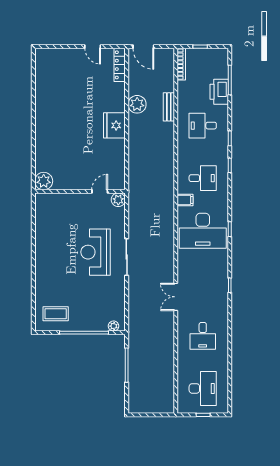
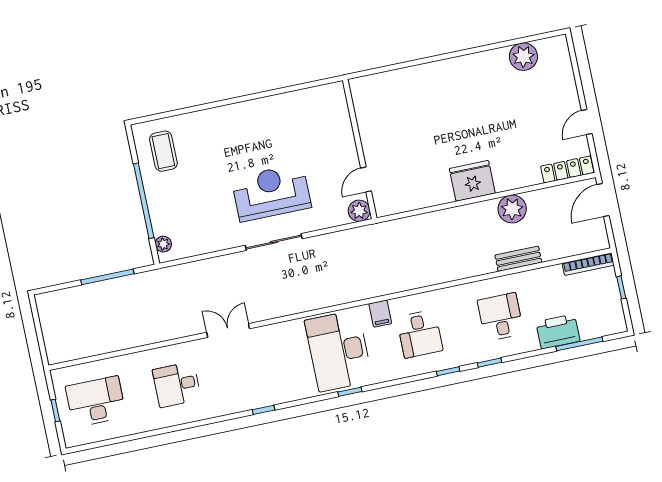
plant: (44, 181) -> (523, 57), moved
door: (100, 191) -> (366, 179), swing flipped
desk: (203, 388) -> (96, 401), turned 180

